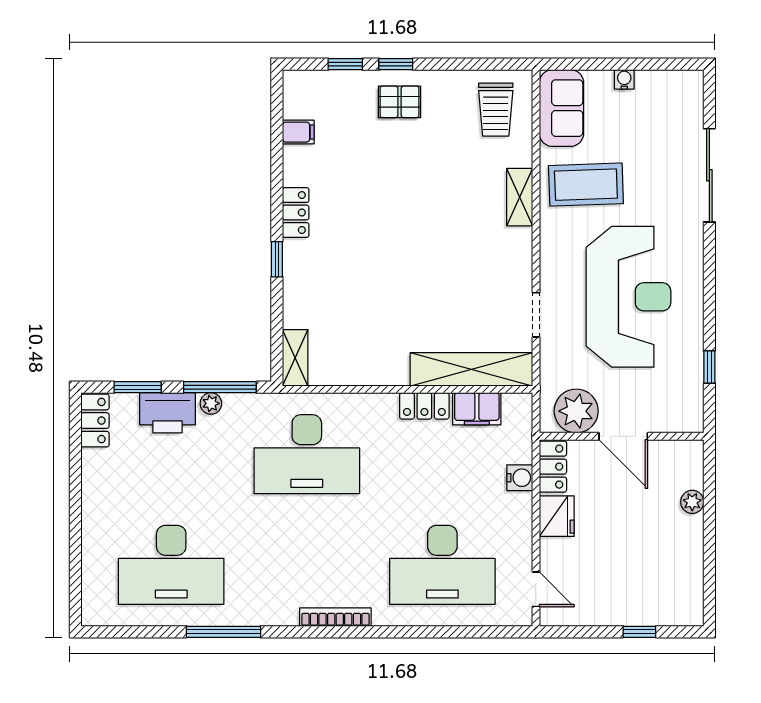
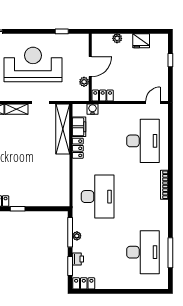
shelving: (295, 358) -> (16, 109), moved
plant: (576, 411) -> (84, 82), width x0.53, depth x0.53
printer: (167, 413) -> (78, 259), width x0.53, depth x0.68
water cooler: (520, 478) -> (92, 109), moved
fridge: (557, 516) -> (141, 41), moved, turned 180
window: (224, 632) -> (170, 253), moved

